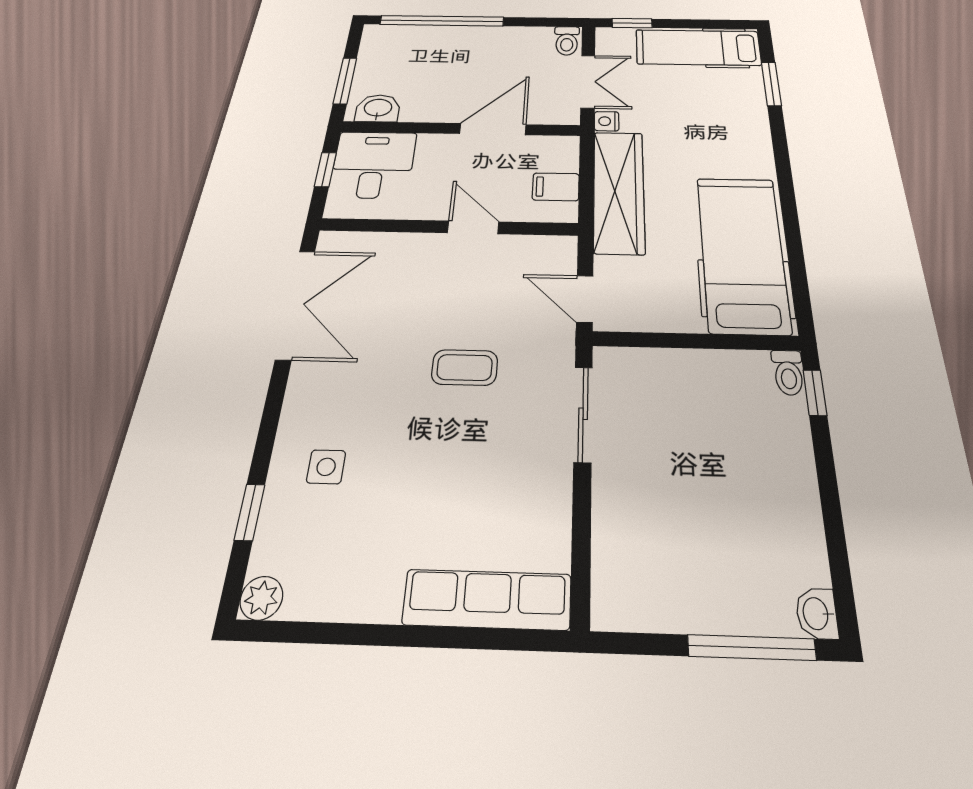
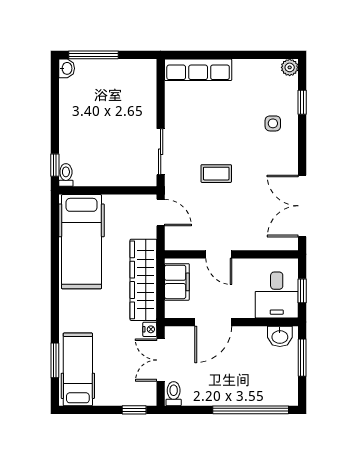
hospital bed: (698, 48) -> (78, 369), moved, turned -90
filing cabinet: (556, 187) -> (177, 282), width x2.00

